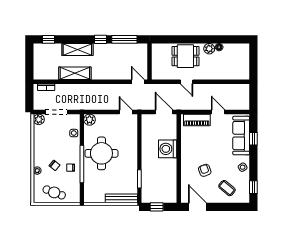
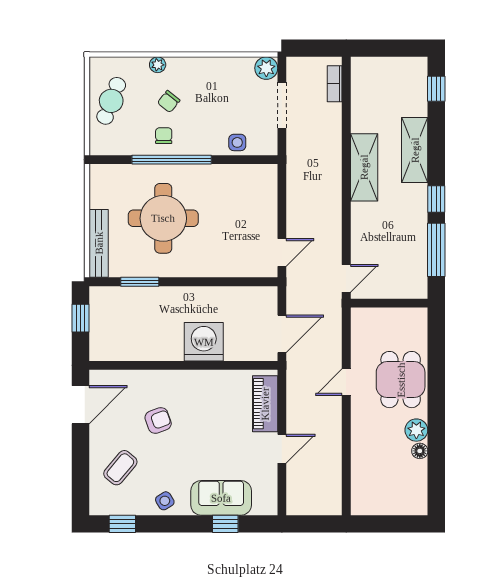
shelving: (75, 73) -> (364, 167), moved
plant: (90, 120) -> (266, 176), removed
sofa: (241, 136) -> (221, 498), width x0.73
round table: (101, 153) -> (163, 218), moved

